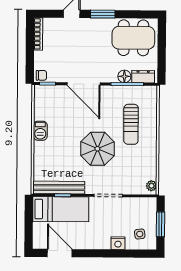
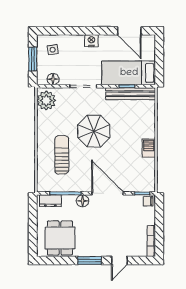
dining table: (133, 38) -> (60, 238), width x0.73
floor lamp: (124, 76) -> (82, 201), moved
plant: (151, 186) -> (46, 100), width x1.87, depth x1.87
floor lamp: (140, 203) -> (53, 79), added
nightstand: (118, 243) -> (91, 41), moved

